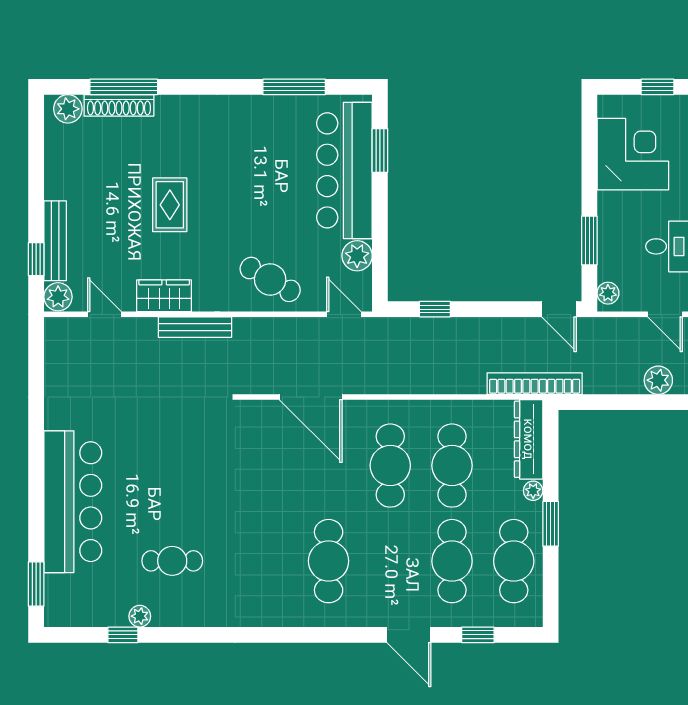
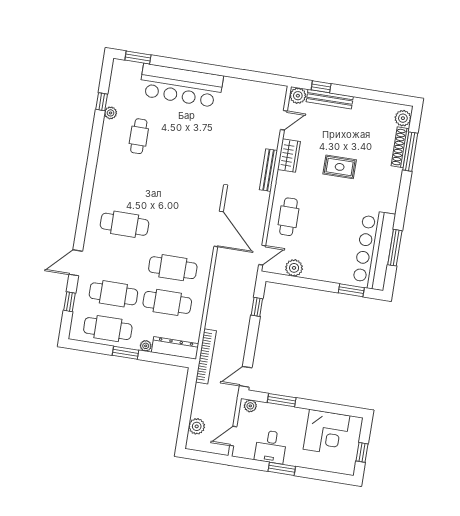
bar counter: (344, 170) -> (374, 250), moved, turned -90
cafe table: (270, 279) -> (289, 217), turned -30
door: (311, 397) -> (219, 229), swing flipped

